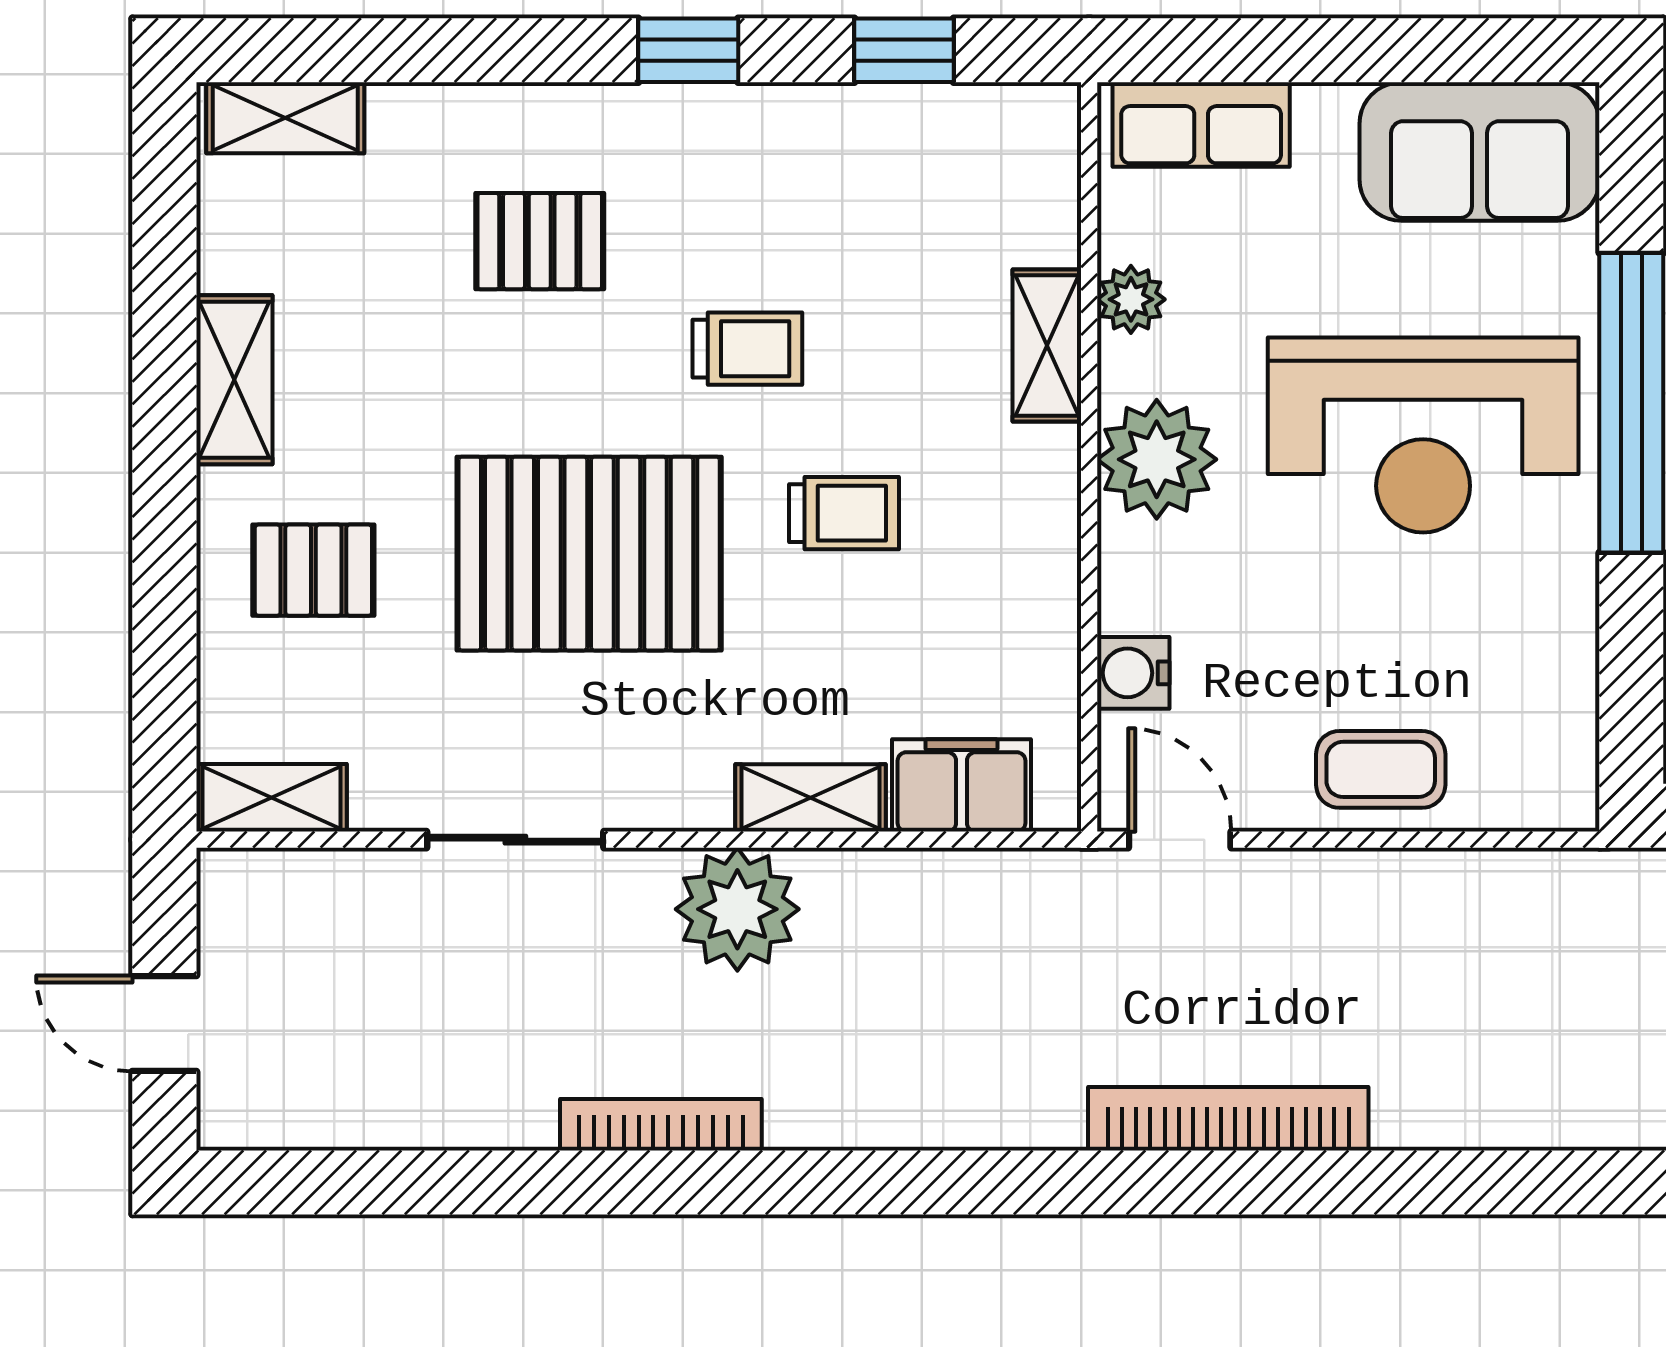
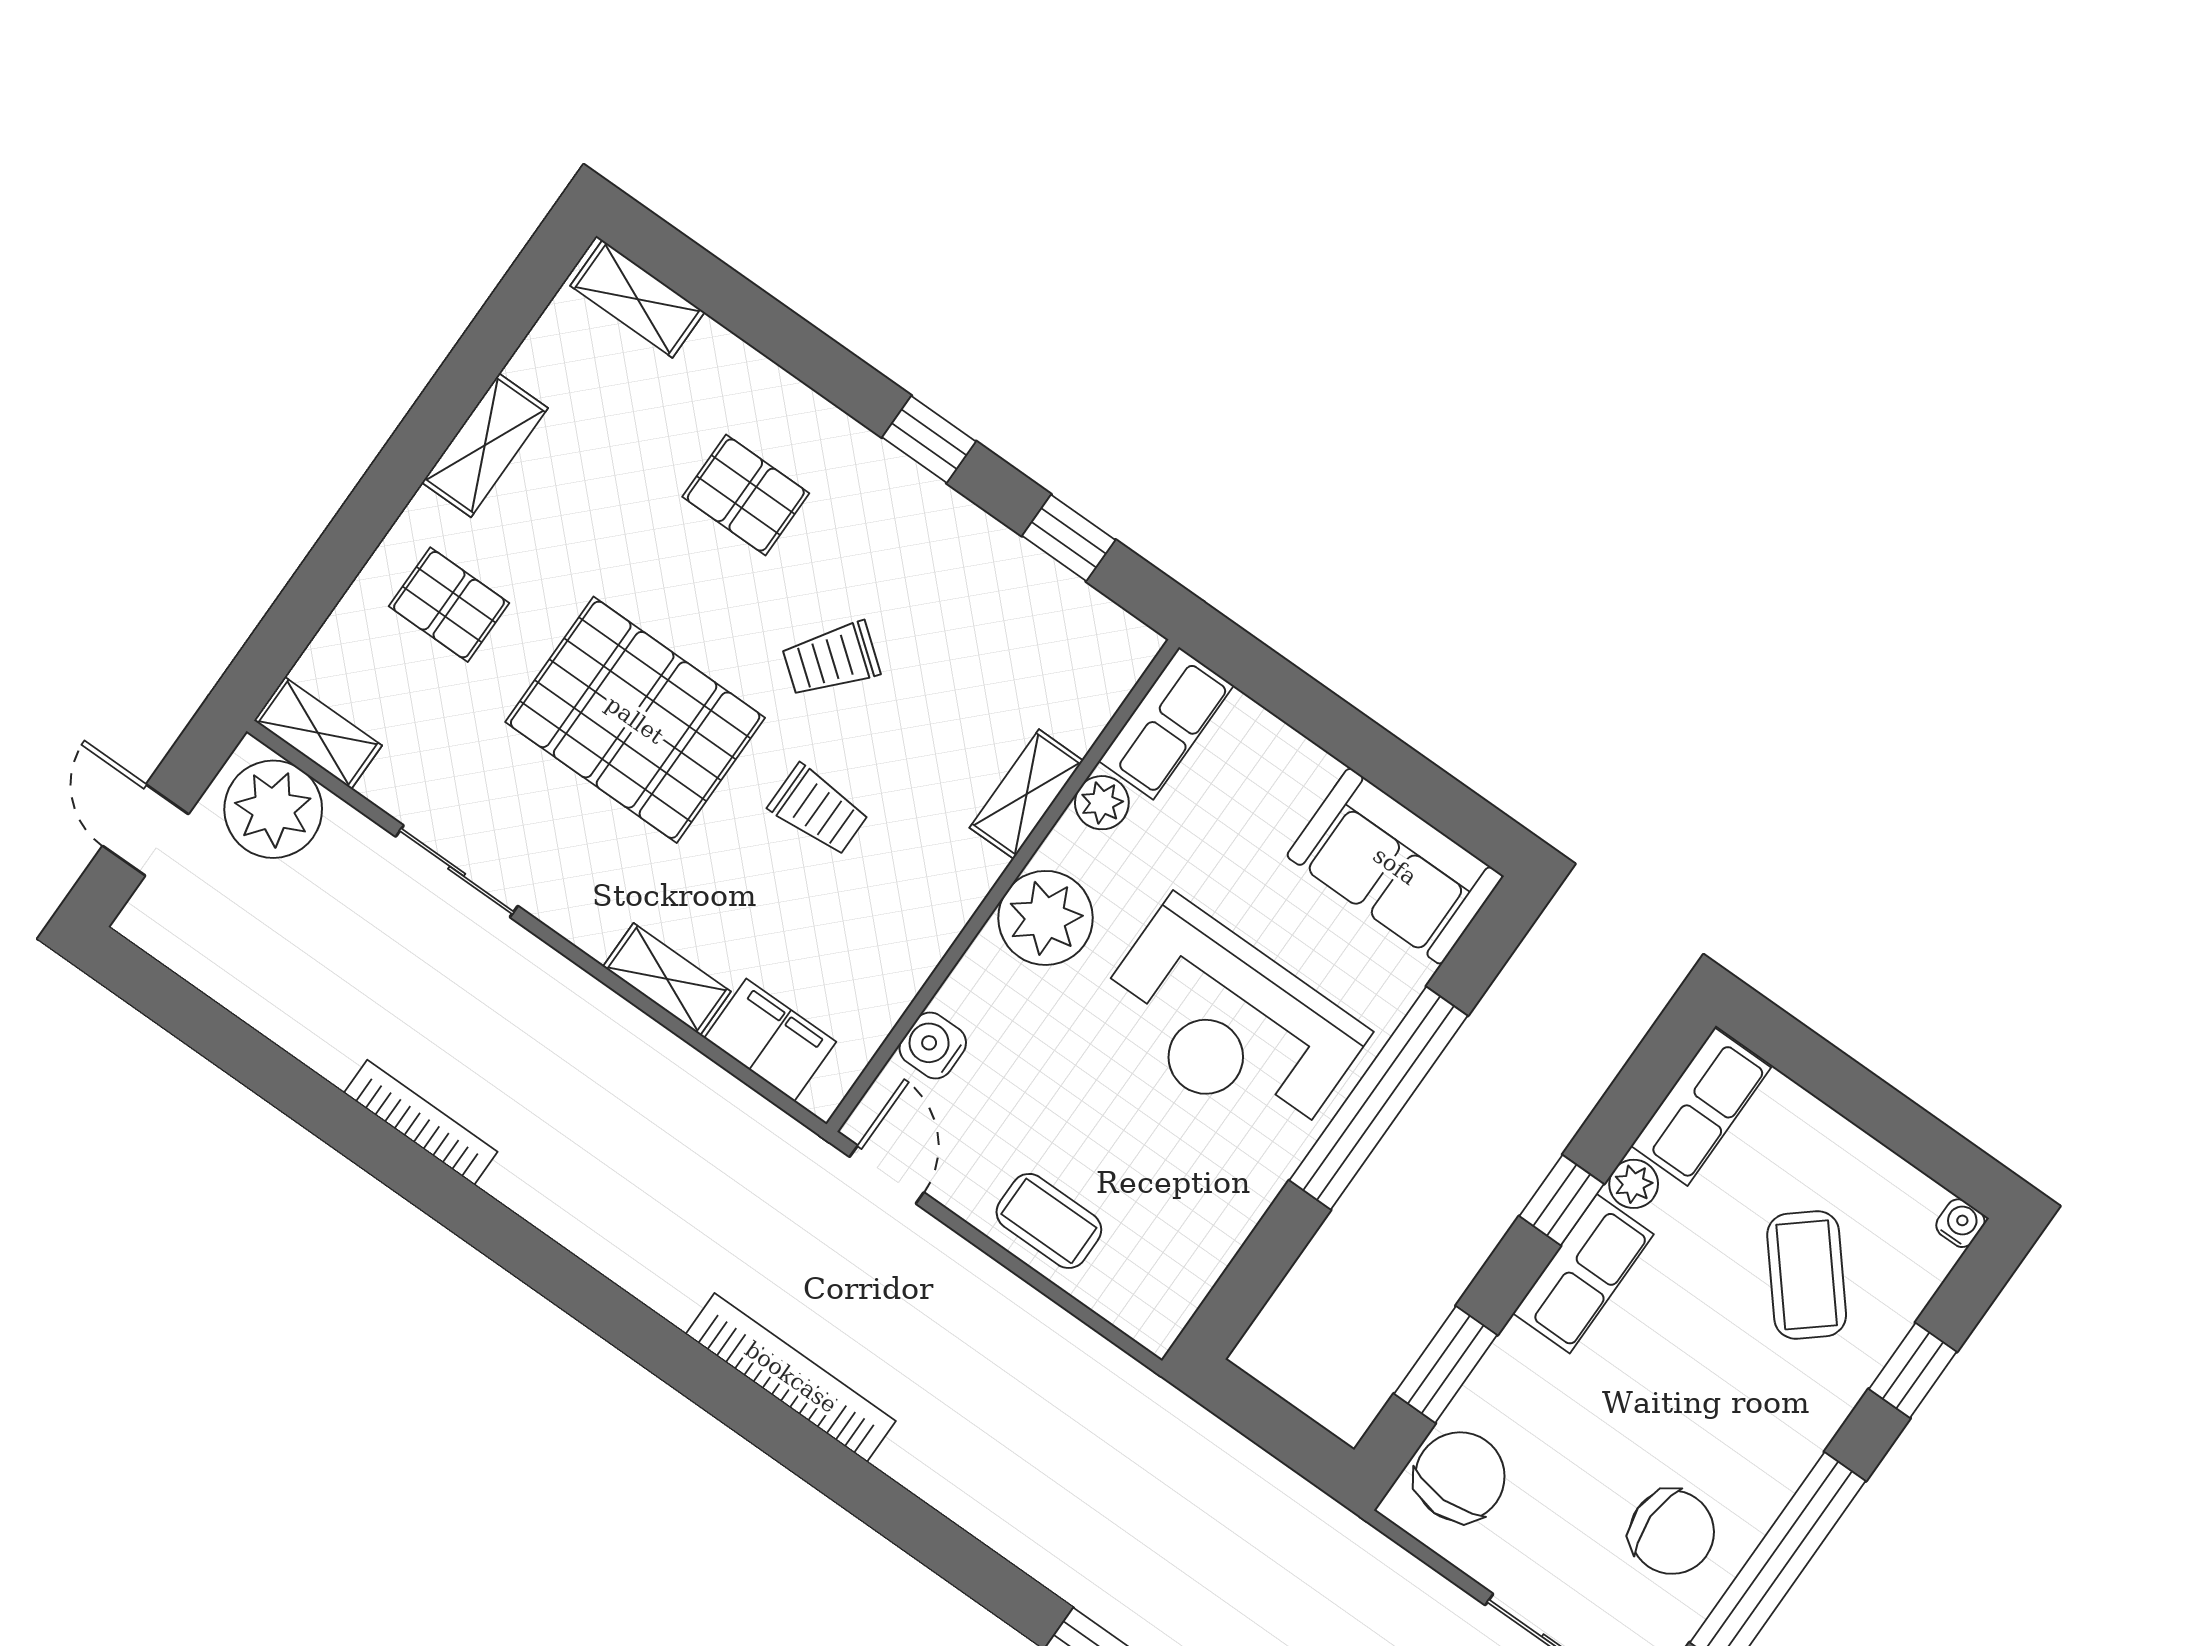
row of seats: (1201, 125) -> (1166, 723), moved, turned -90
trolley: (747, 349) -> (831, 659), turned 128
plant: (737, 909) -> (273, 809), moved

